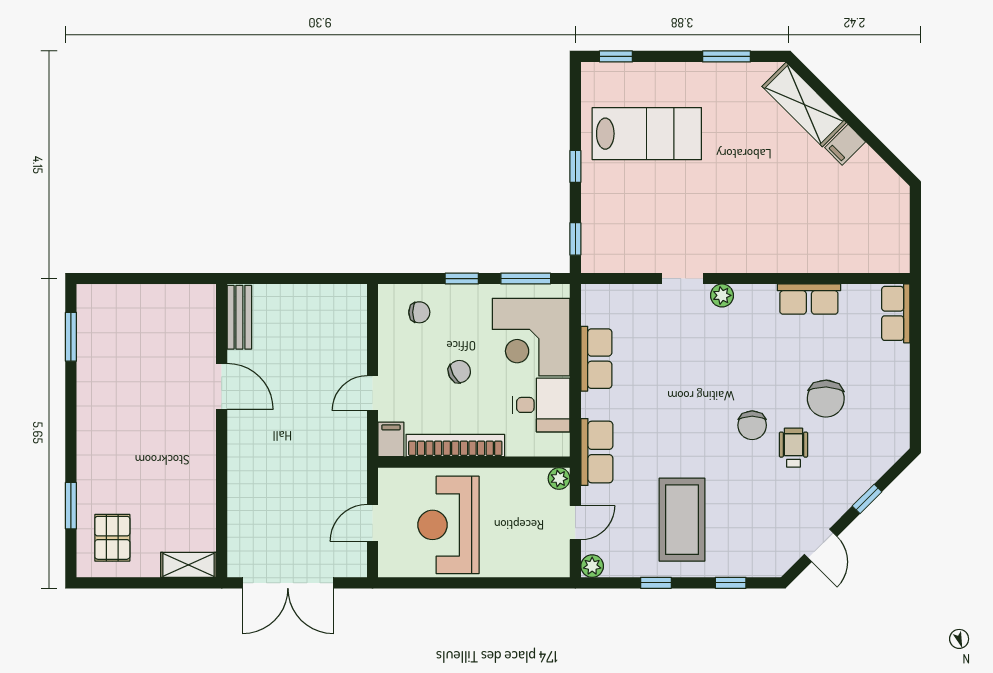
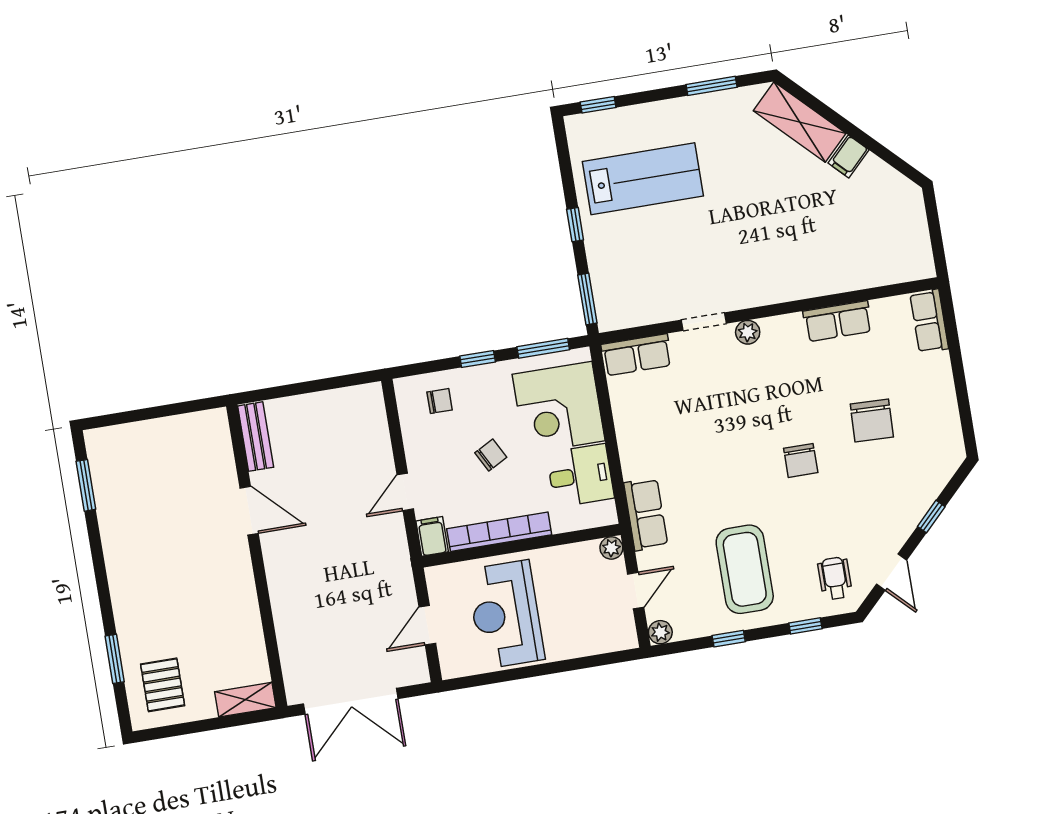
window: (575, 239) -> (587, 299), width x1.50
row of seats: (596, 359) -> (637, 355), moved, turned 90
wheelchair: (793, 448) -> (835, 578), moved

